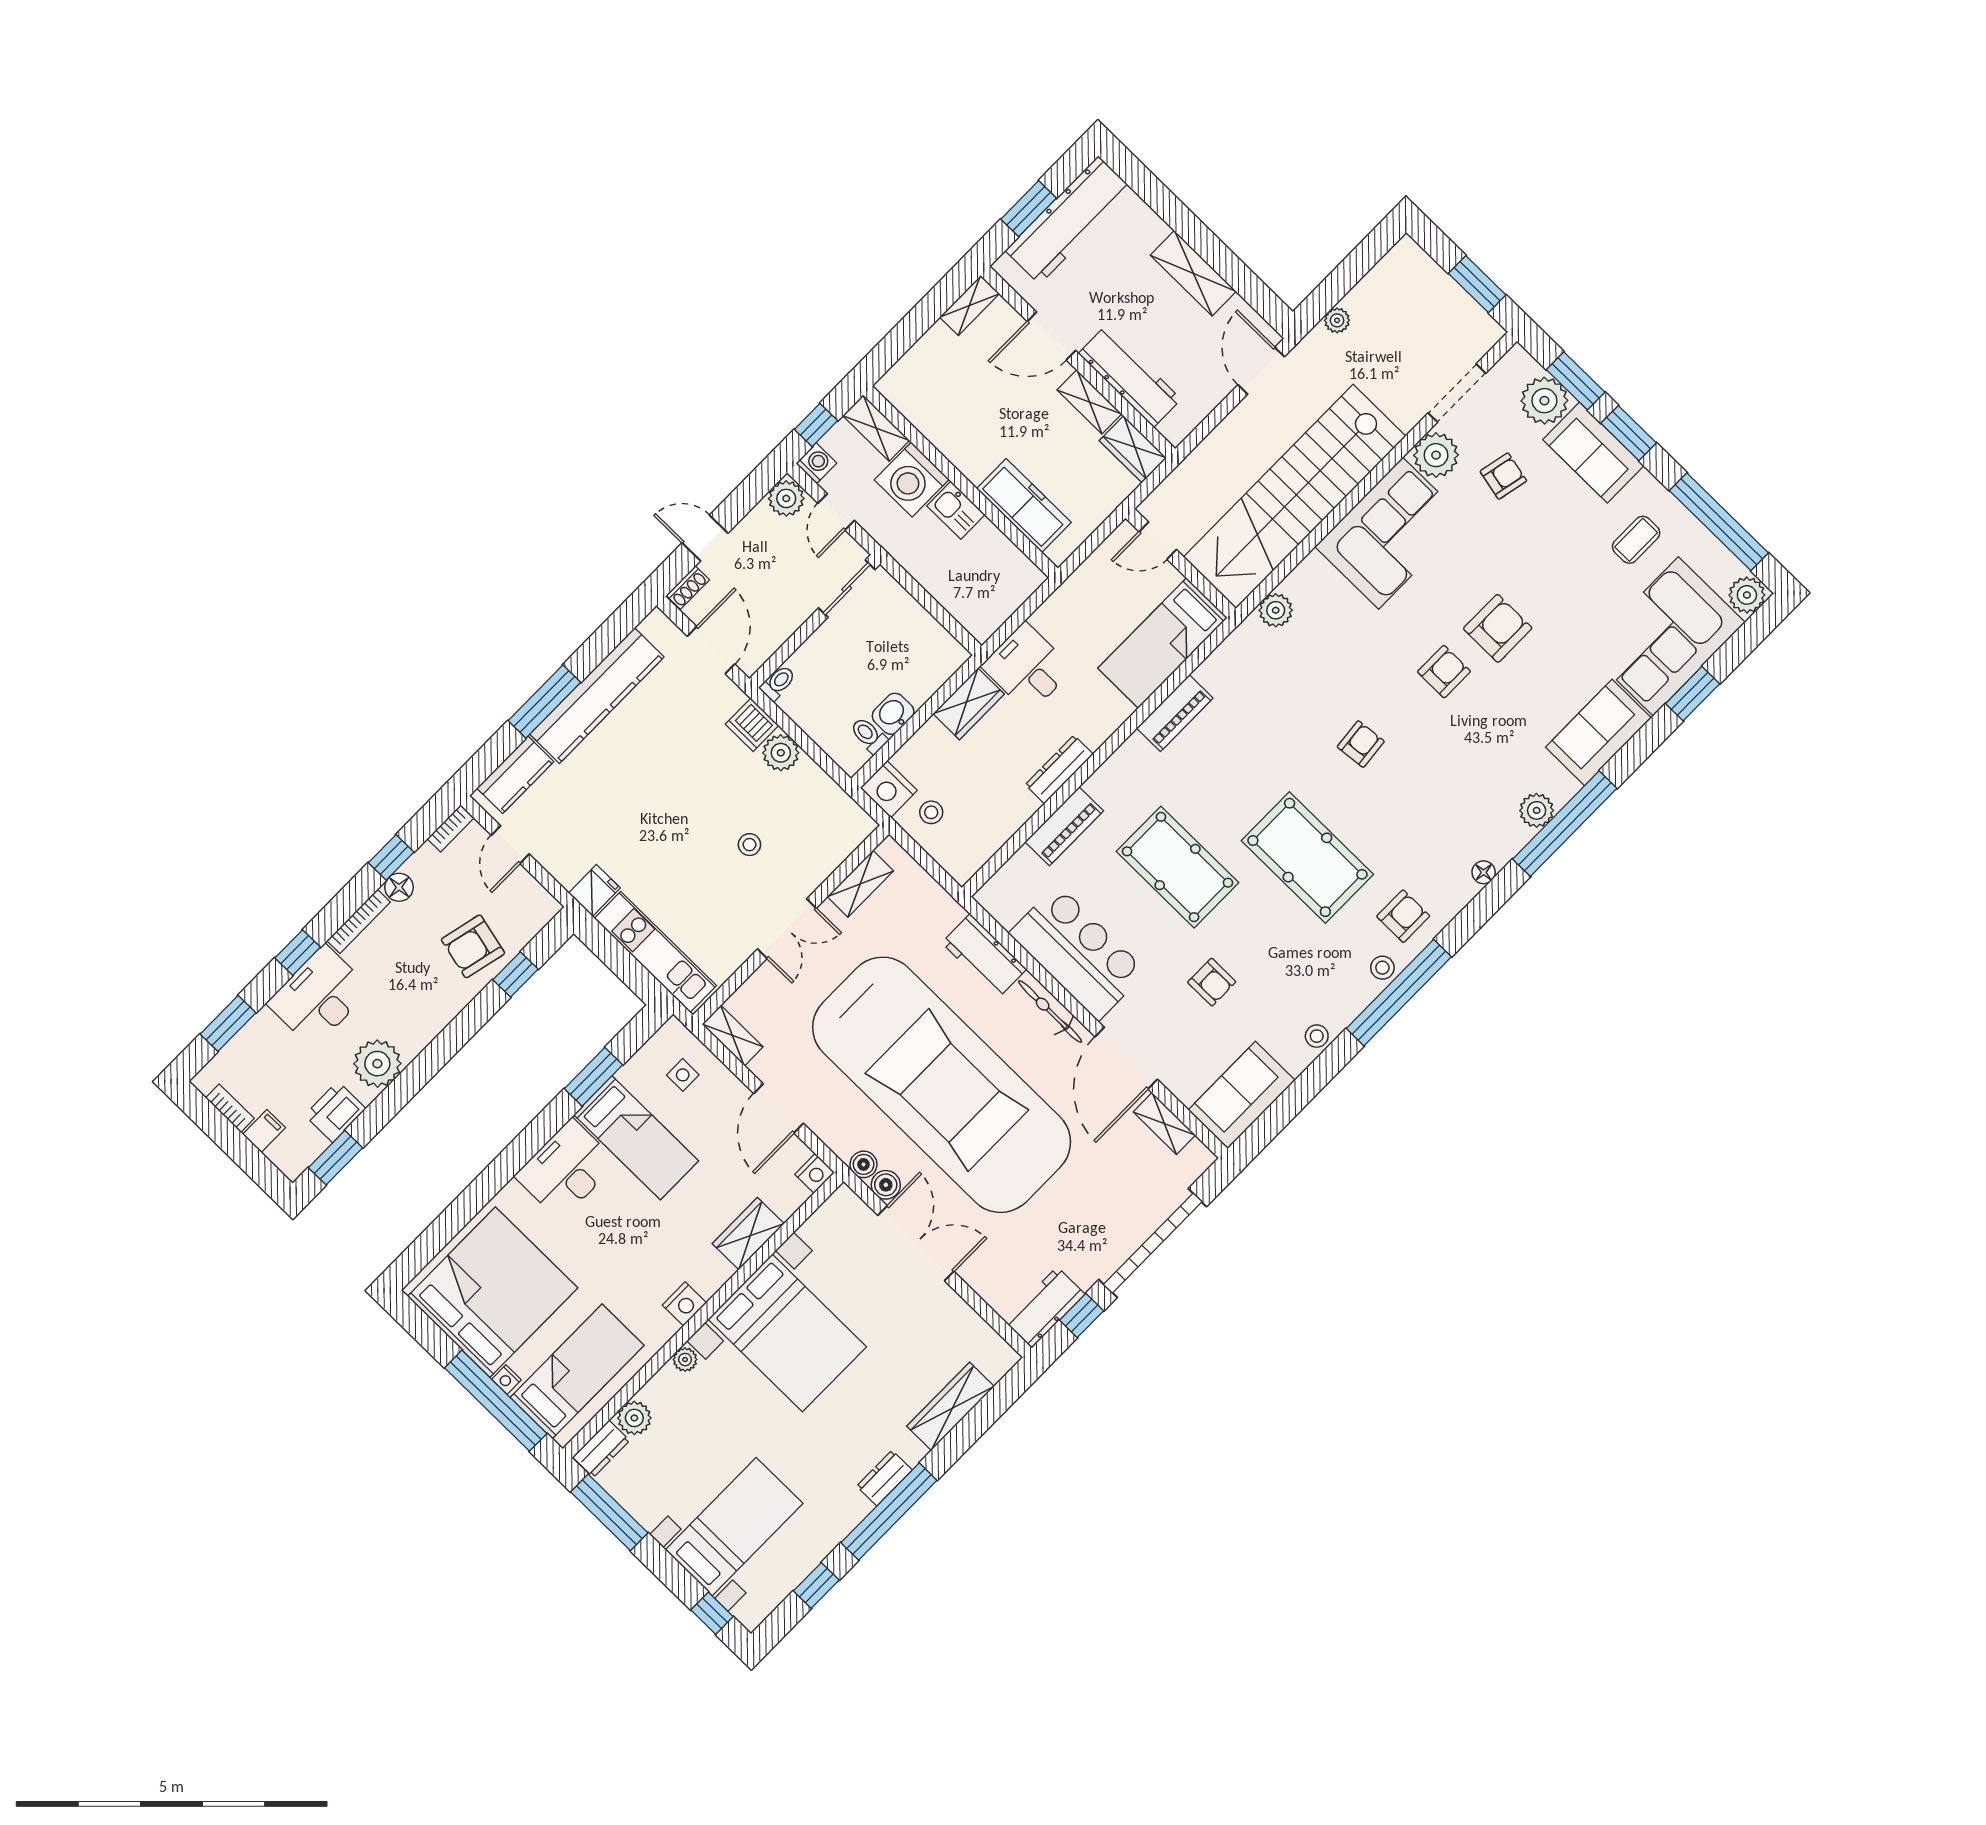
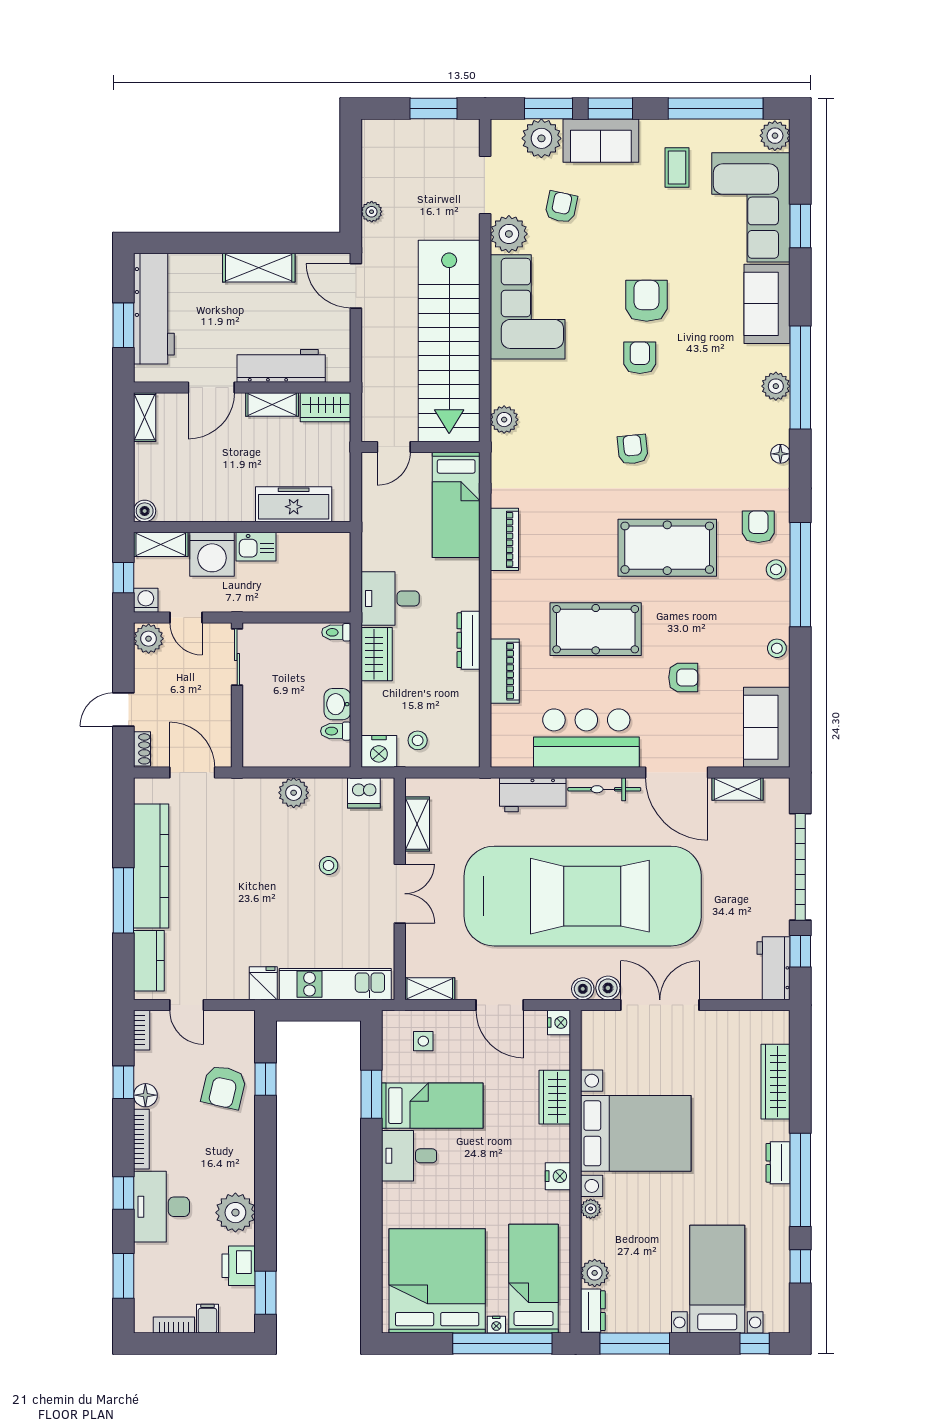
boiler: (890, 386) -> (145, 511), added
toilet: (778, 683) -> (336, 632), moved, turned -90
dishwasher: (752, 725) -> (364, 793), moved
desk: (566, 1169) -> (409, 1156), width x0.73

